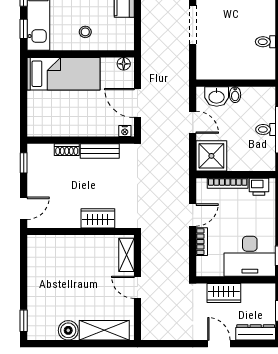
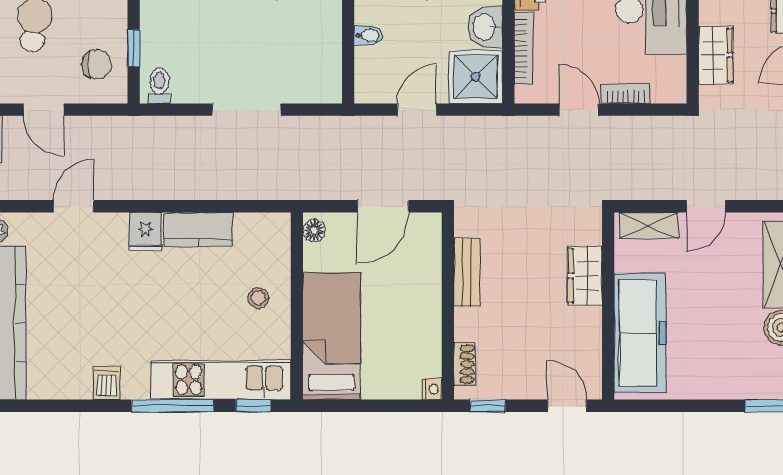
washbasin: (217, 97) -> (485, 27), moved, turned 180
nightstand: (125, 131) -> (432, 389), moved
shoe rack: (67, 150) -> (464, 364), moved
freezer: (65, 250) -> (640, 333), added

